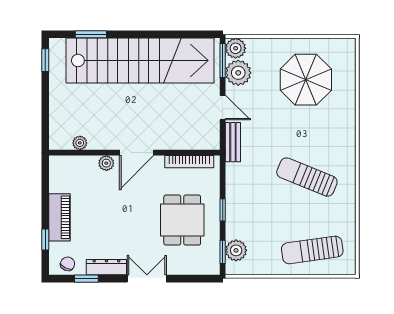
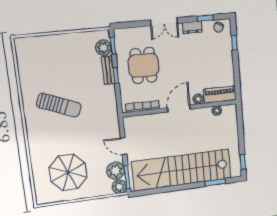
bench: (233, 142) -> (108, 70), moved
piano: (60, 217) -> (220, 95), moved, turned 90
sun lounger: (312, 250) -> (48, 53), removed
dresser: (106, 267) -> (192, 27), width x0.70

